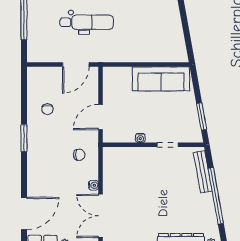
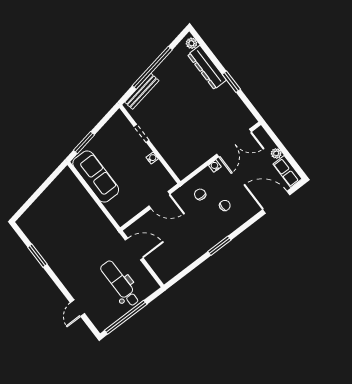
dental chair: (87, 22) -> (120, 283), moved
chair: (47, 109) -> (225, 205), moved
window: (202, 116) -> (84, 143), moved

